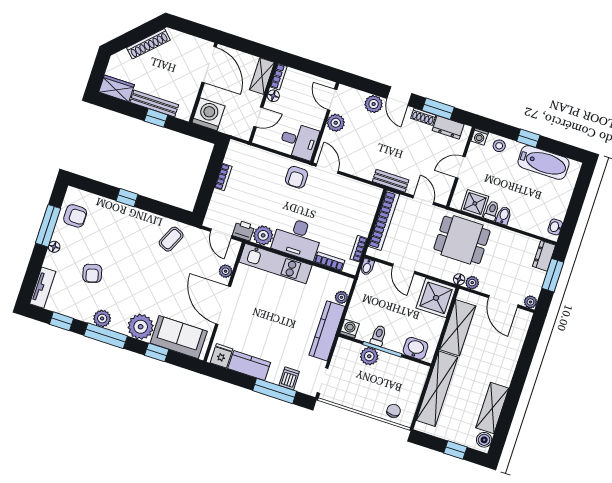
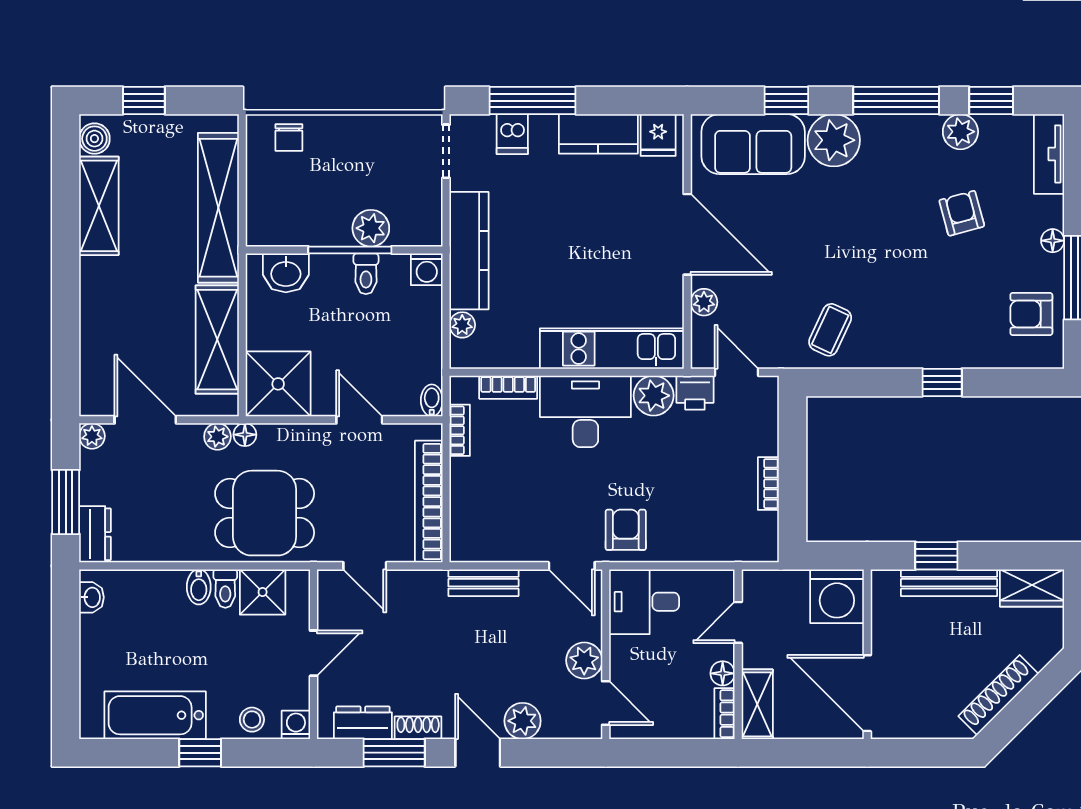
bench: (391, 181) -> (483, 583), moved
plant: (102, 319) -> (960, 132), moved

